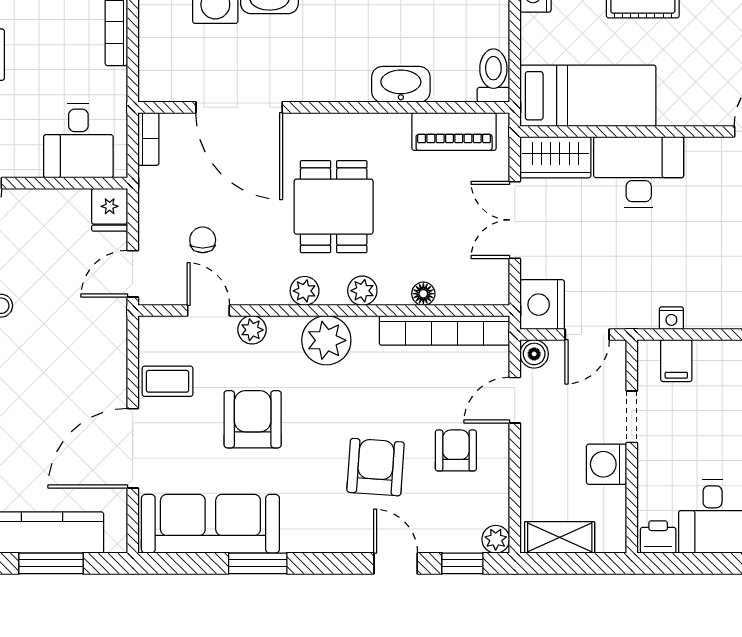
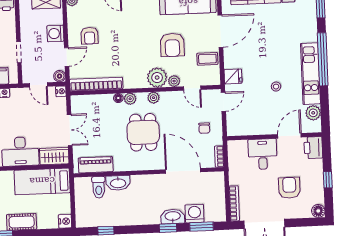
toilet: (493, 76) -> (99, 187), moved
desk: (78, 141) -> (263, 154), moved
fridge: (110, 210) -> (233, 76), moved, turned 90
chair: (203, 240) -> (204, 128), moved
floor lamp: (423, 294) -> (118, 98), moved
nightstand: (542, 305) -> (61, 91), width x0.53, depth x0.56
door: (587, 335) -> (38, 85), swing flipped
plant: (326, 340) -> (157, 78), moved
washing machine: (607, 464) -> (55, 33), moved, turned 180
armchair: (376, 467) -> (122, 28), removed

